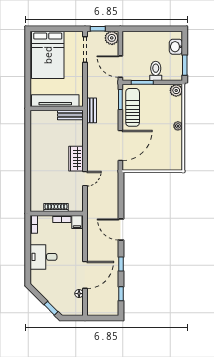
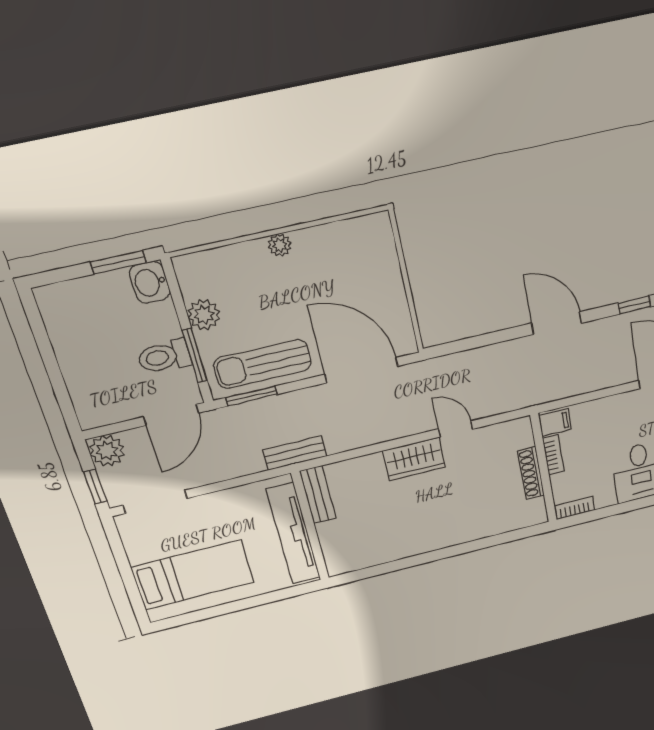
washbasin: (176, 47) -> (150, 282), moved, turned 90
bed: (48, 55) -> (193, 575), width x0.67
toilet: (156, 71) -> (164, 356), moved
plant: (176, 90) -> (204, 315), moved
door: (121, 230) -> (557, 323), swing flipped

